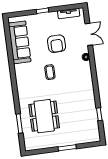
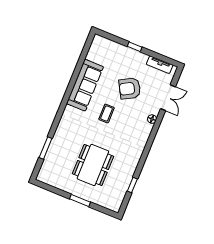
sofa: (20, 42) -> (85, 85), moved
armchair: (57, 44) -> (130, 88), turned 61
dining table: (44, 116) -> (93, 165), moved

